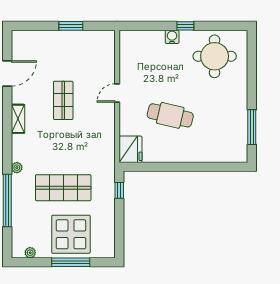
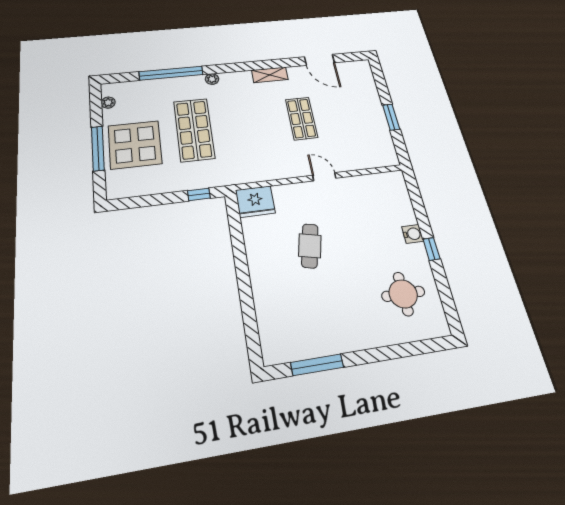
round table: (215, 56) -> (403, 294), width x0.73, depth x0.73
shop shelf: (63, 100) -> (302, 118), turned 90
cafe table: (170, 115) -> (310, 246), width x0.73, depth x0.74

